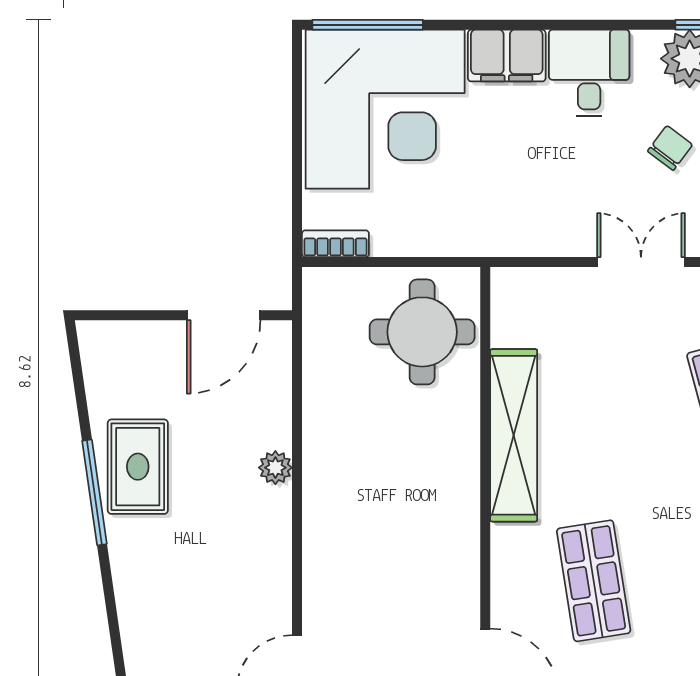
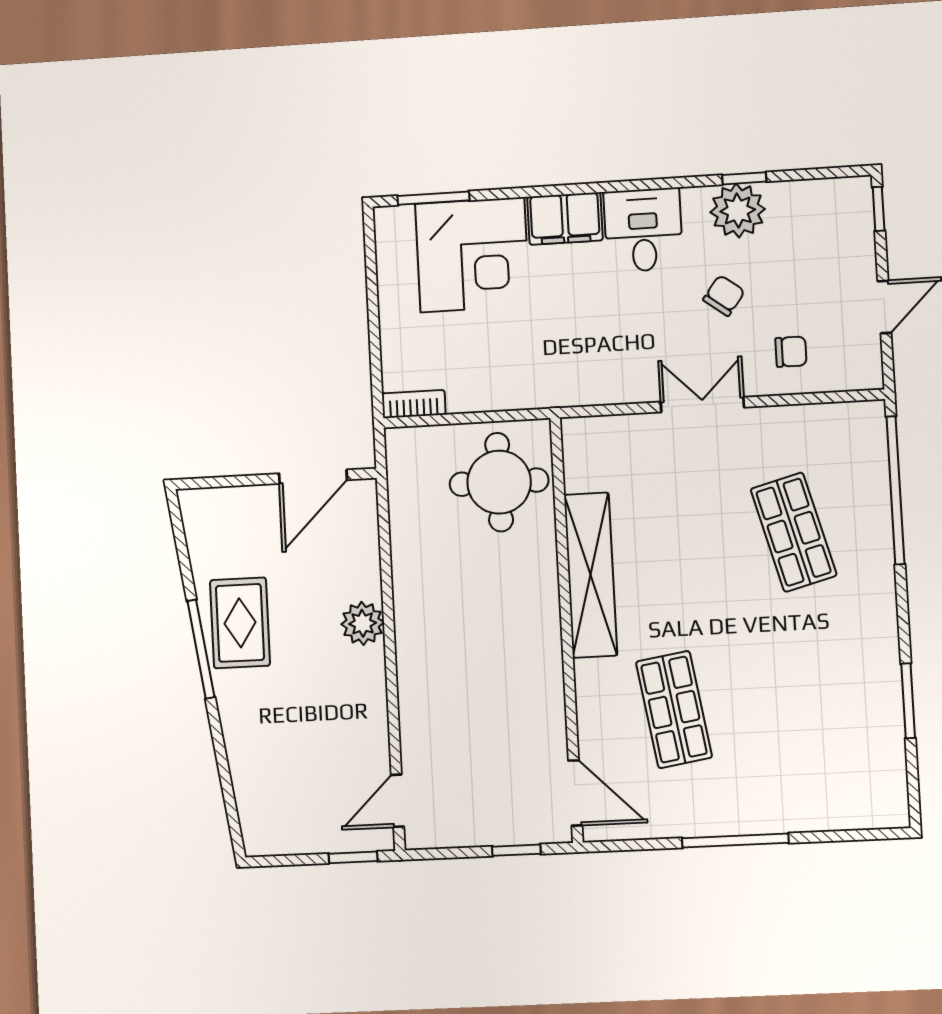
window: (368, 25) -> (433, 198), width x0.69
corner desk: (385, 109) -> (472, 255), width x0.74, depth x0.74
plant: (275, 468) -> (363, 623), width x1.38, depth x1.38

